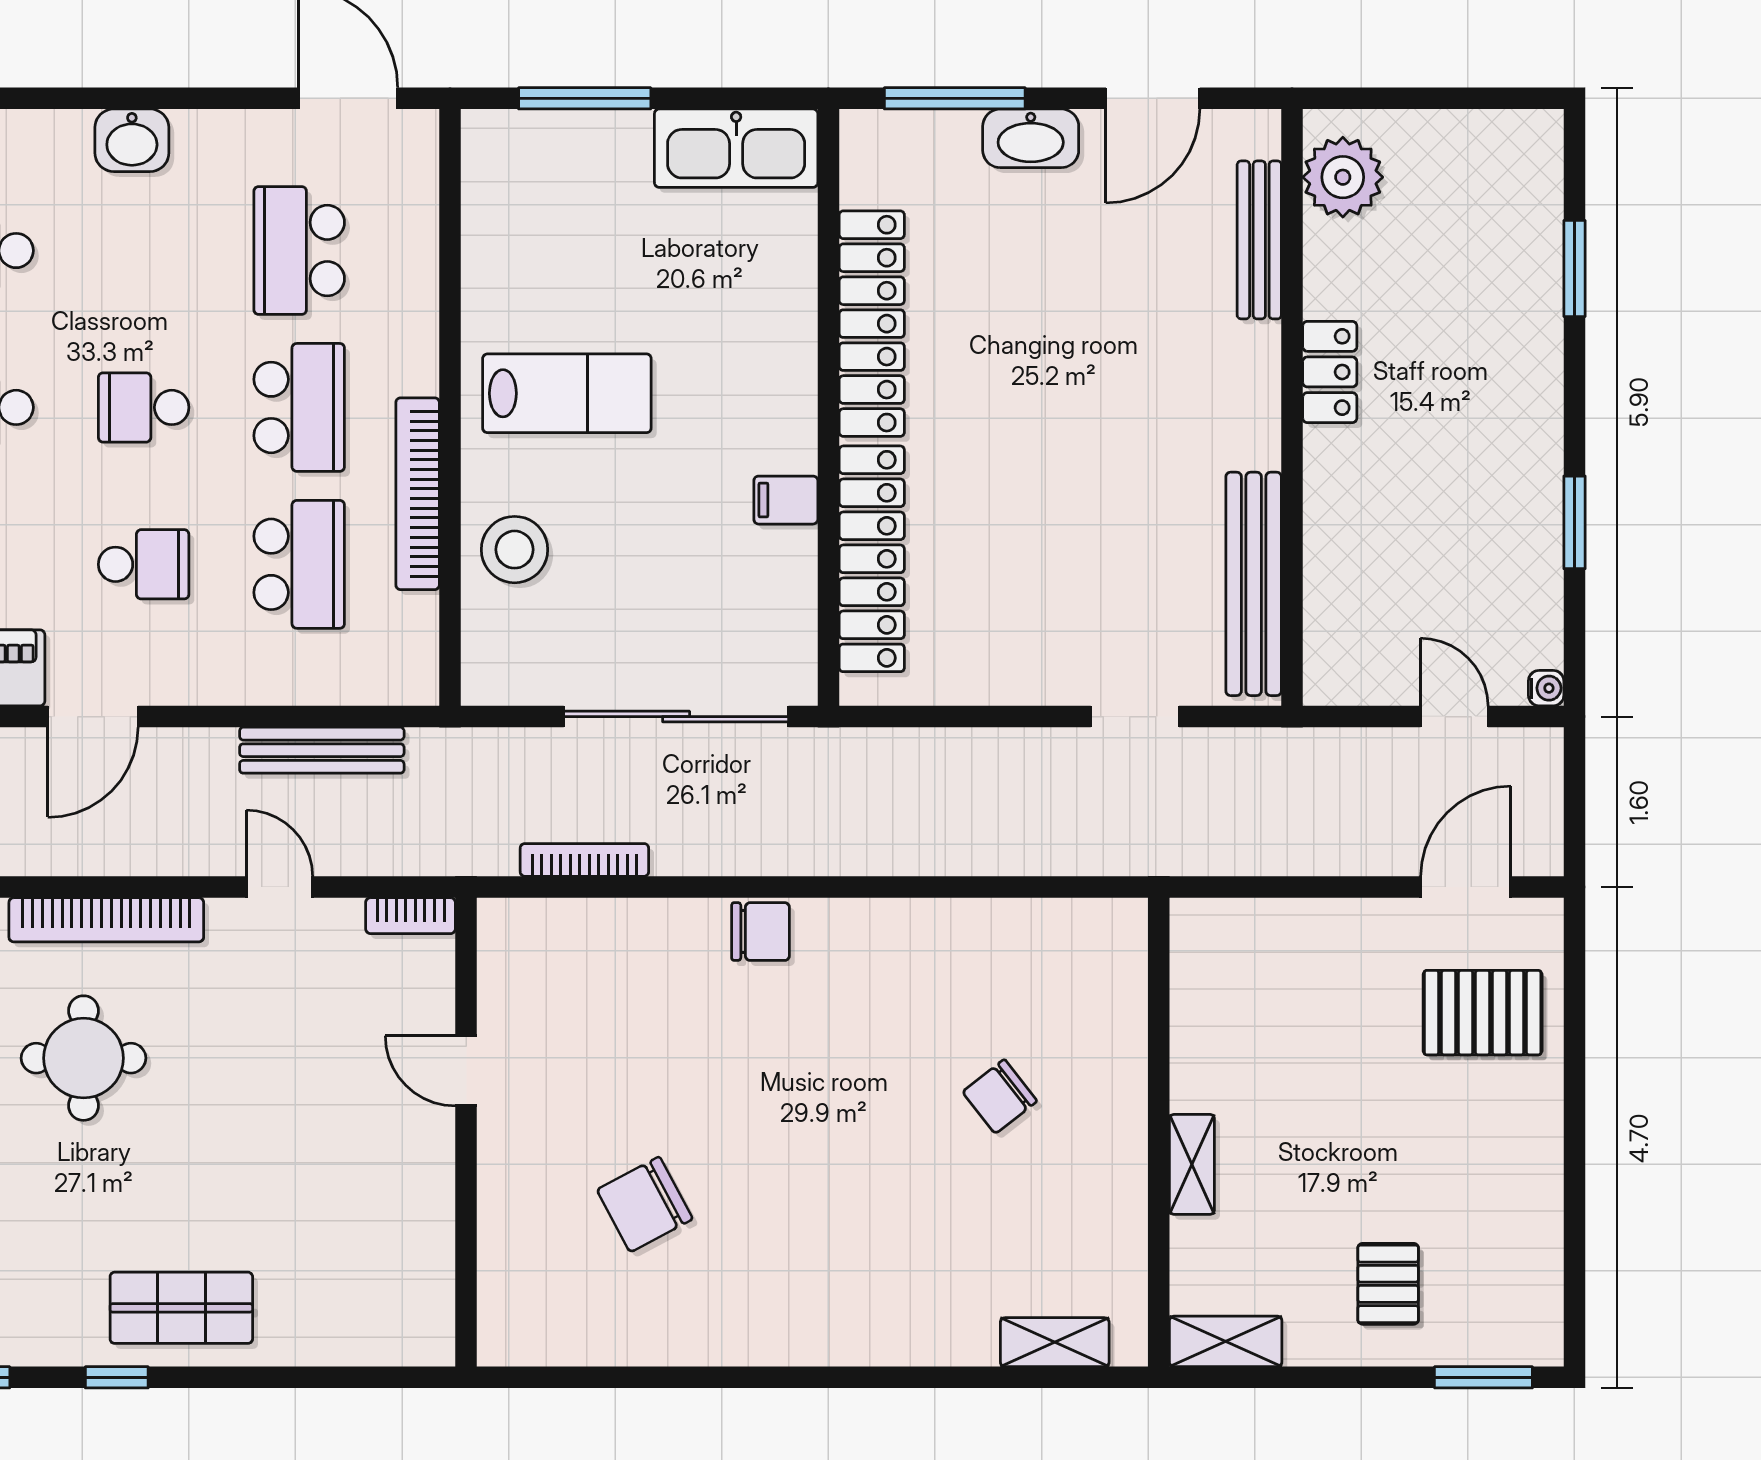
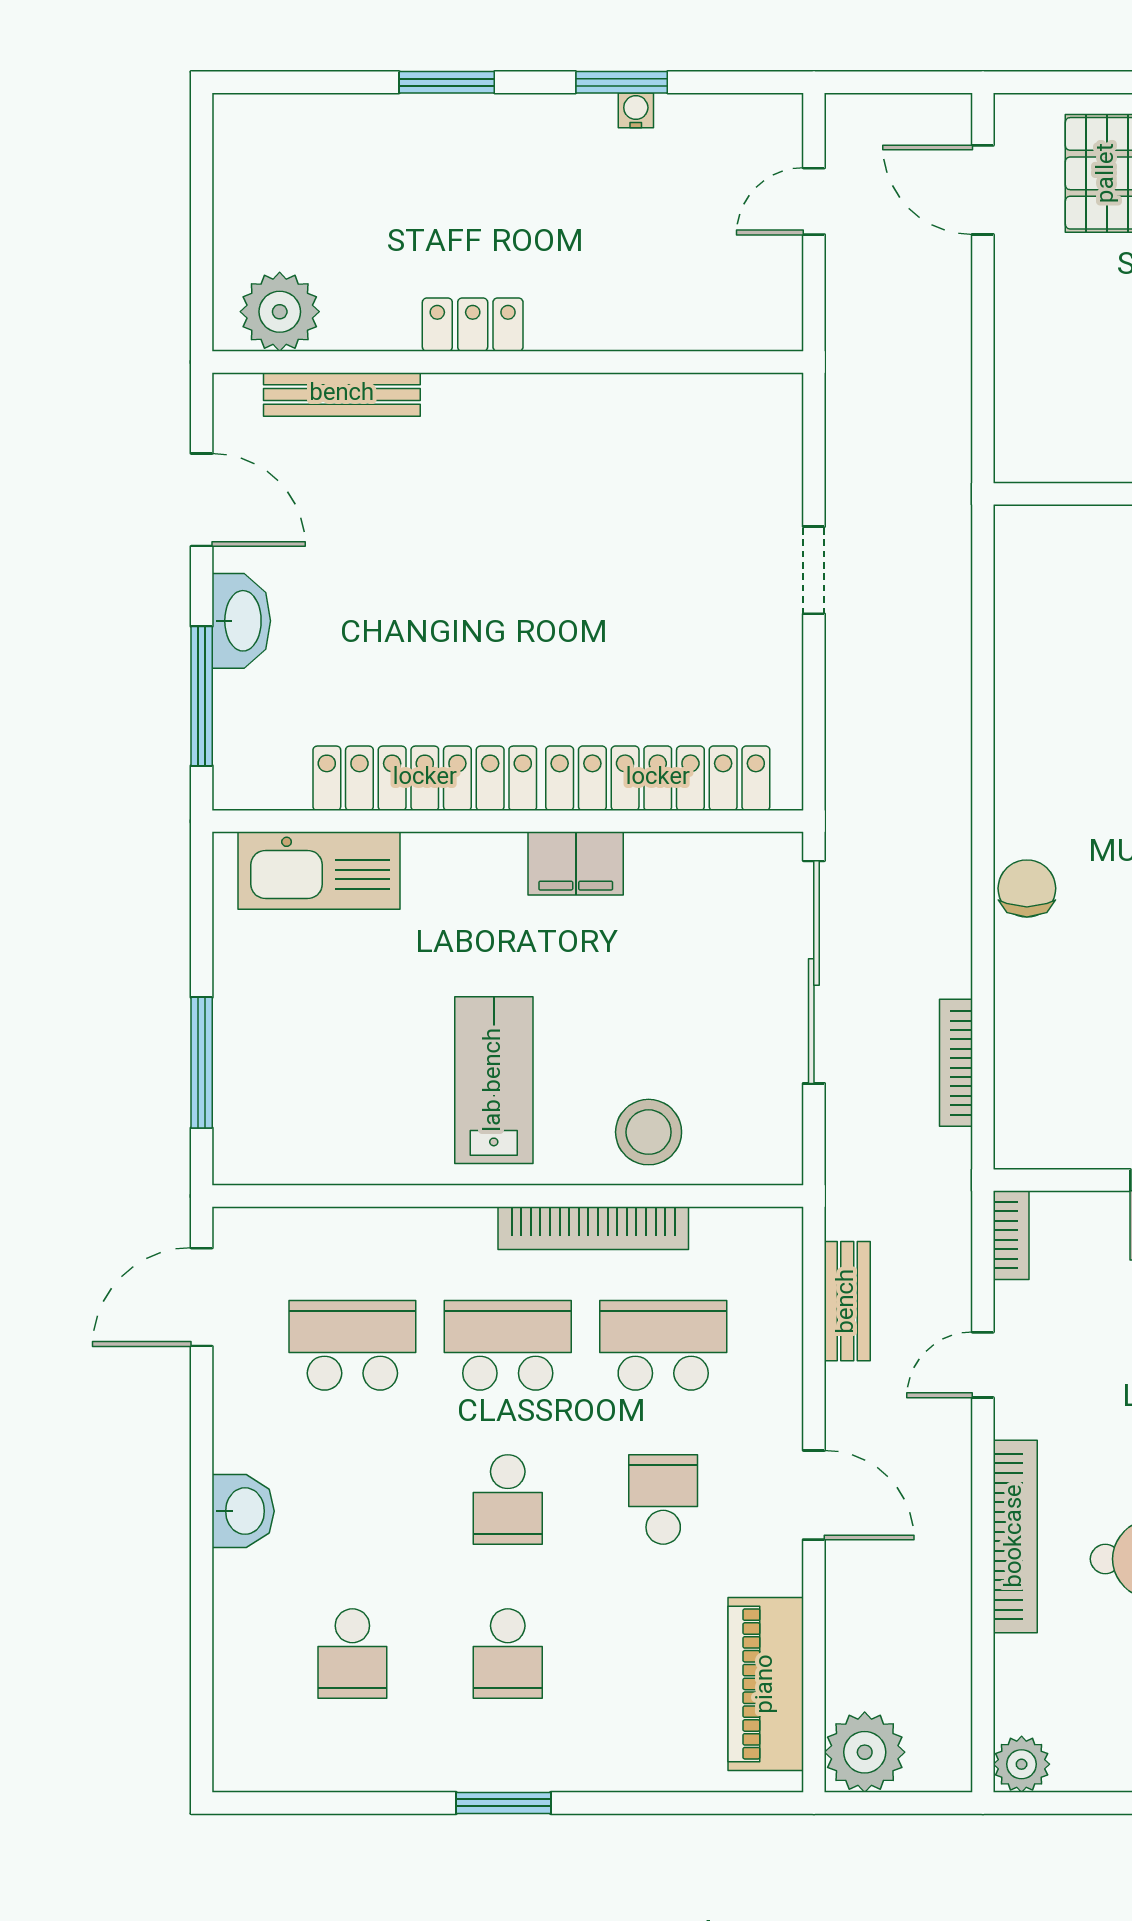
kitchen sink: (736, 148) -> (319, 871), moved, turned 90
school desk: (299, 251) -> (352, 1345), turned 180
window: (1574, 268) -> (447, 82), moved
filing cabinet: (786, 500) -> (576, 863), width x2.00
bench: (1254, 584) -> (683, 400), removed
water cooler: (1546, 688) -> (636, 110), moved
door: (93, 717) -> (814, 1495), moved
doorway: (1135, 717) -> (814, 570), moved
bench: (322, 750) -> (847, 1301), width x0.73

